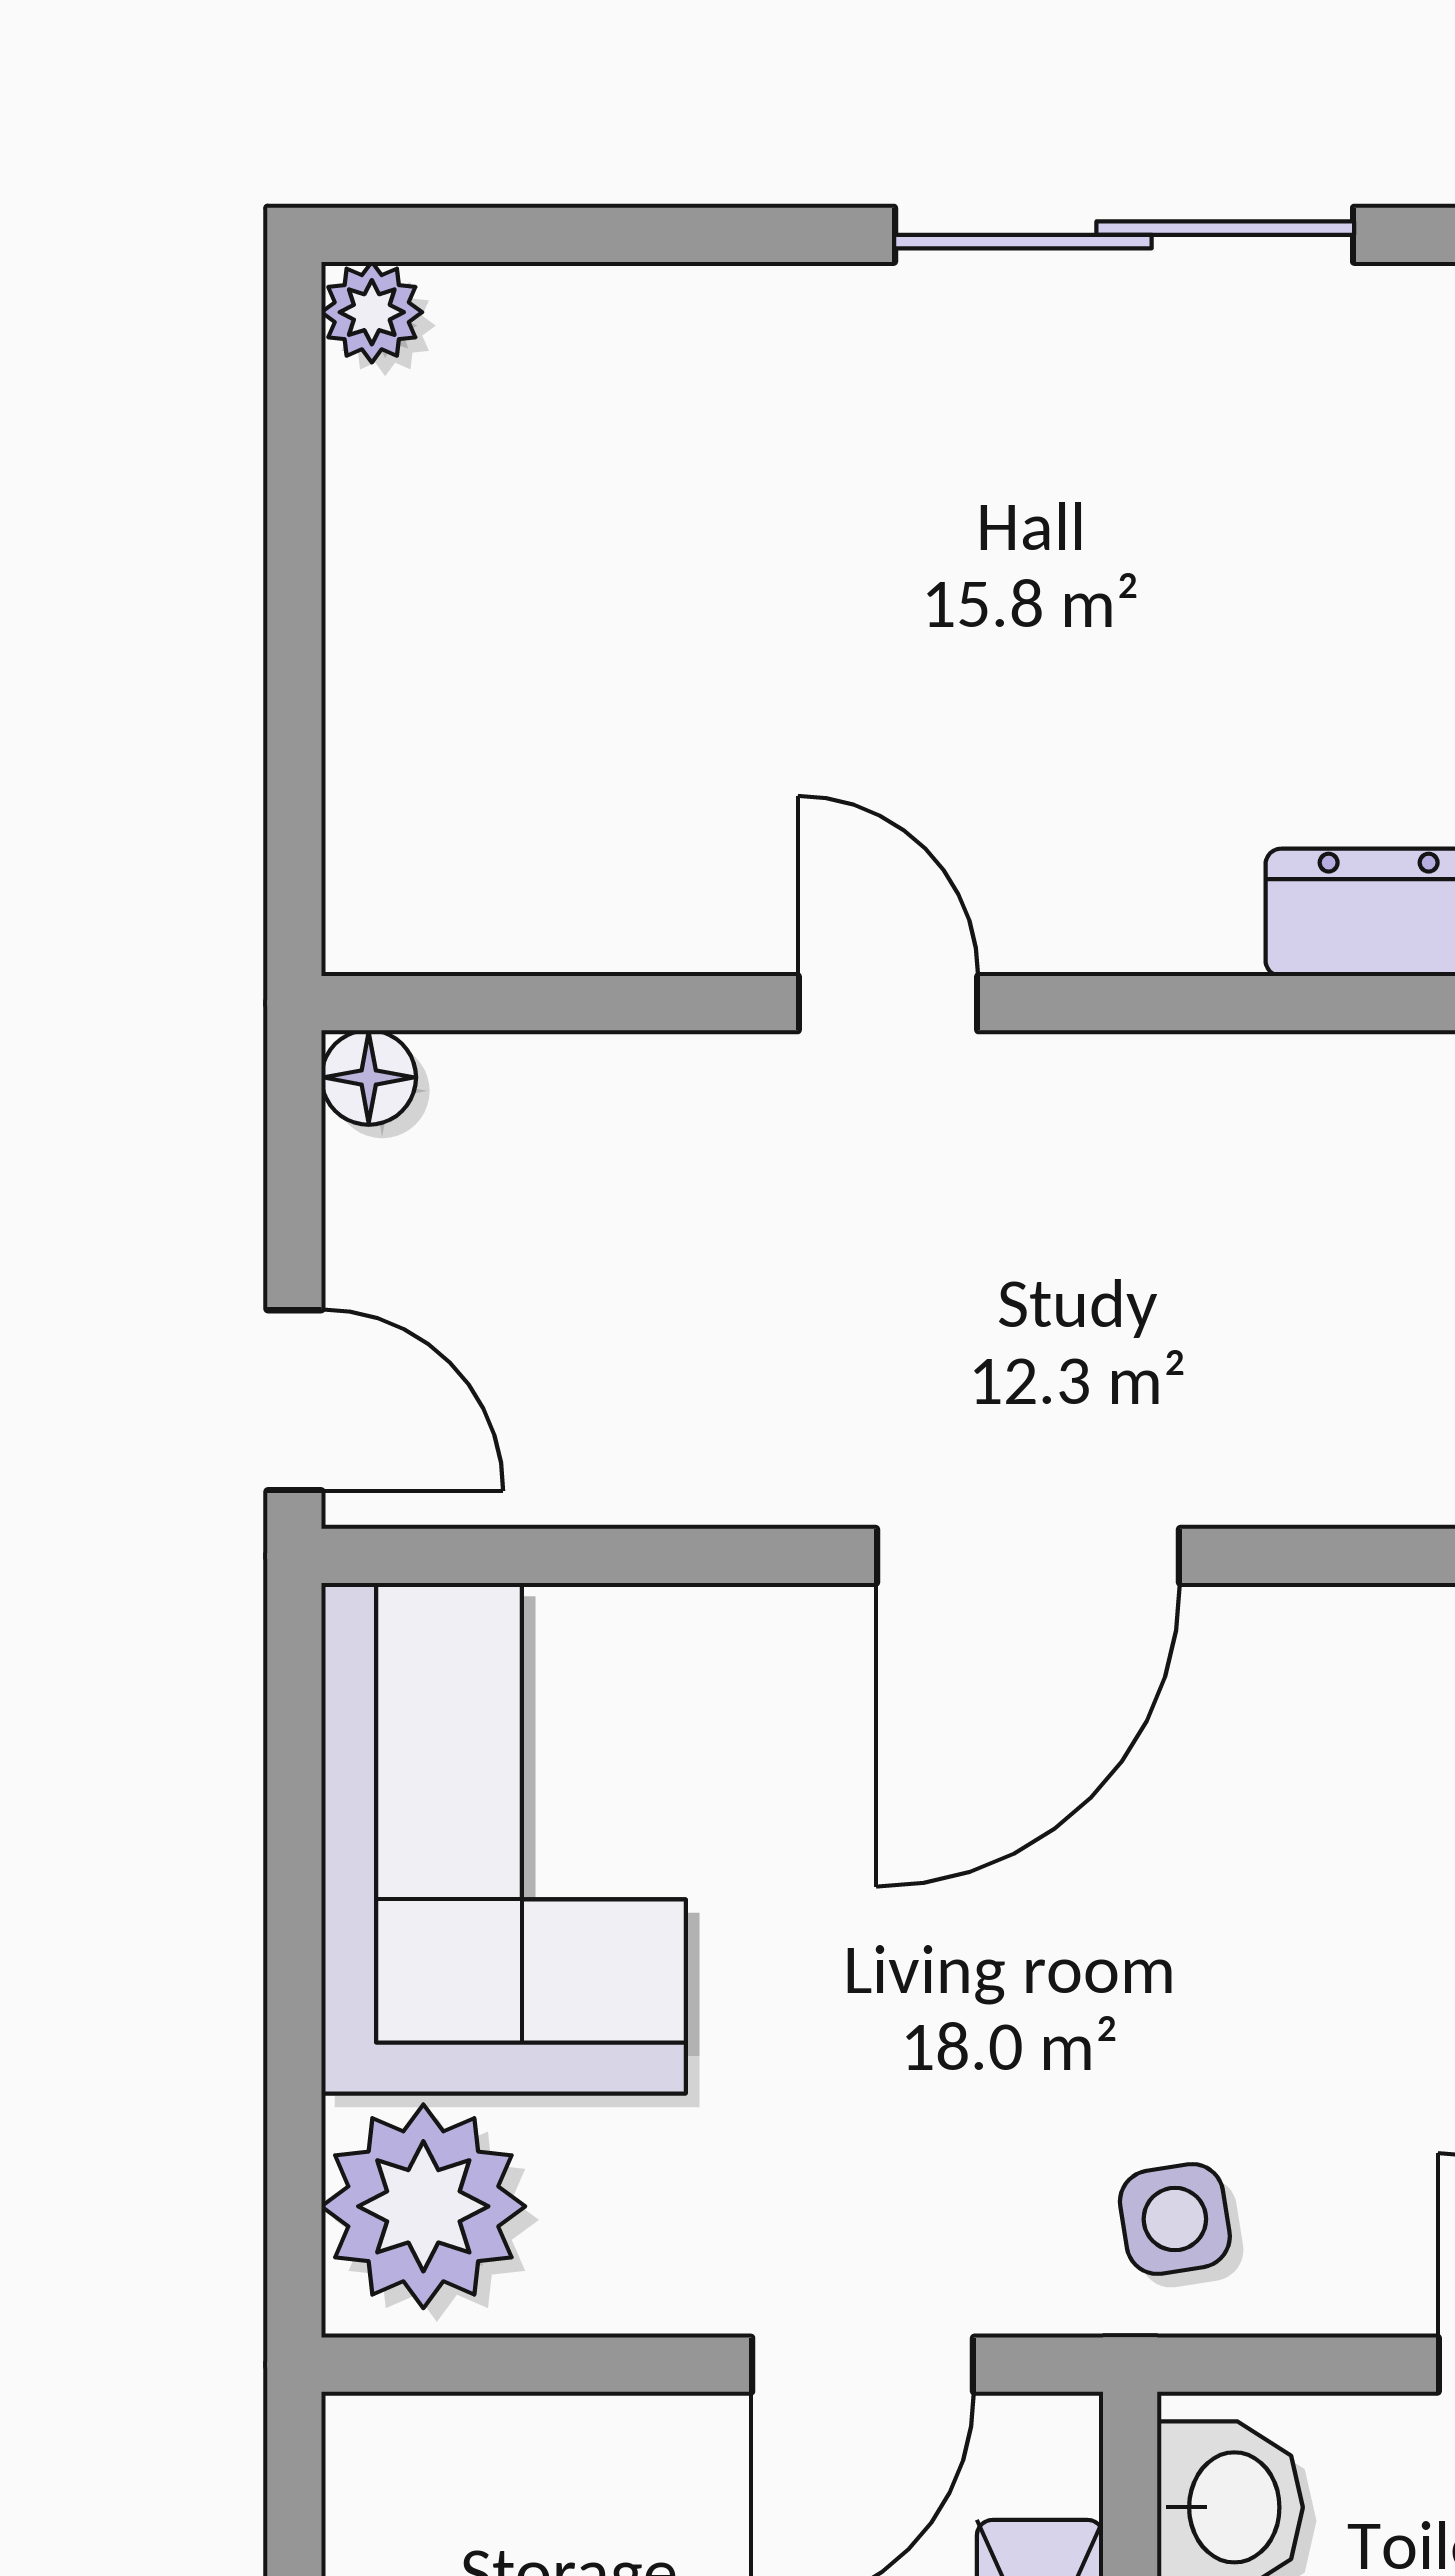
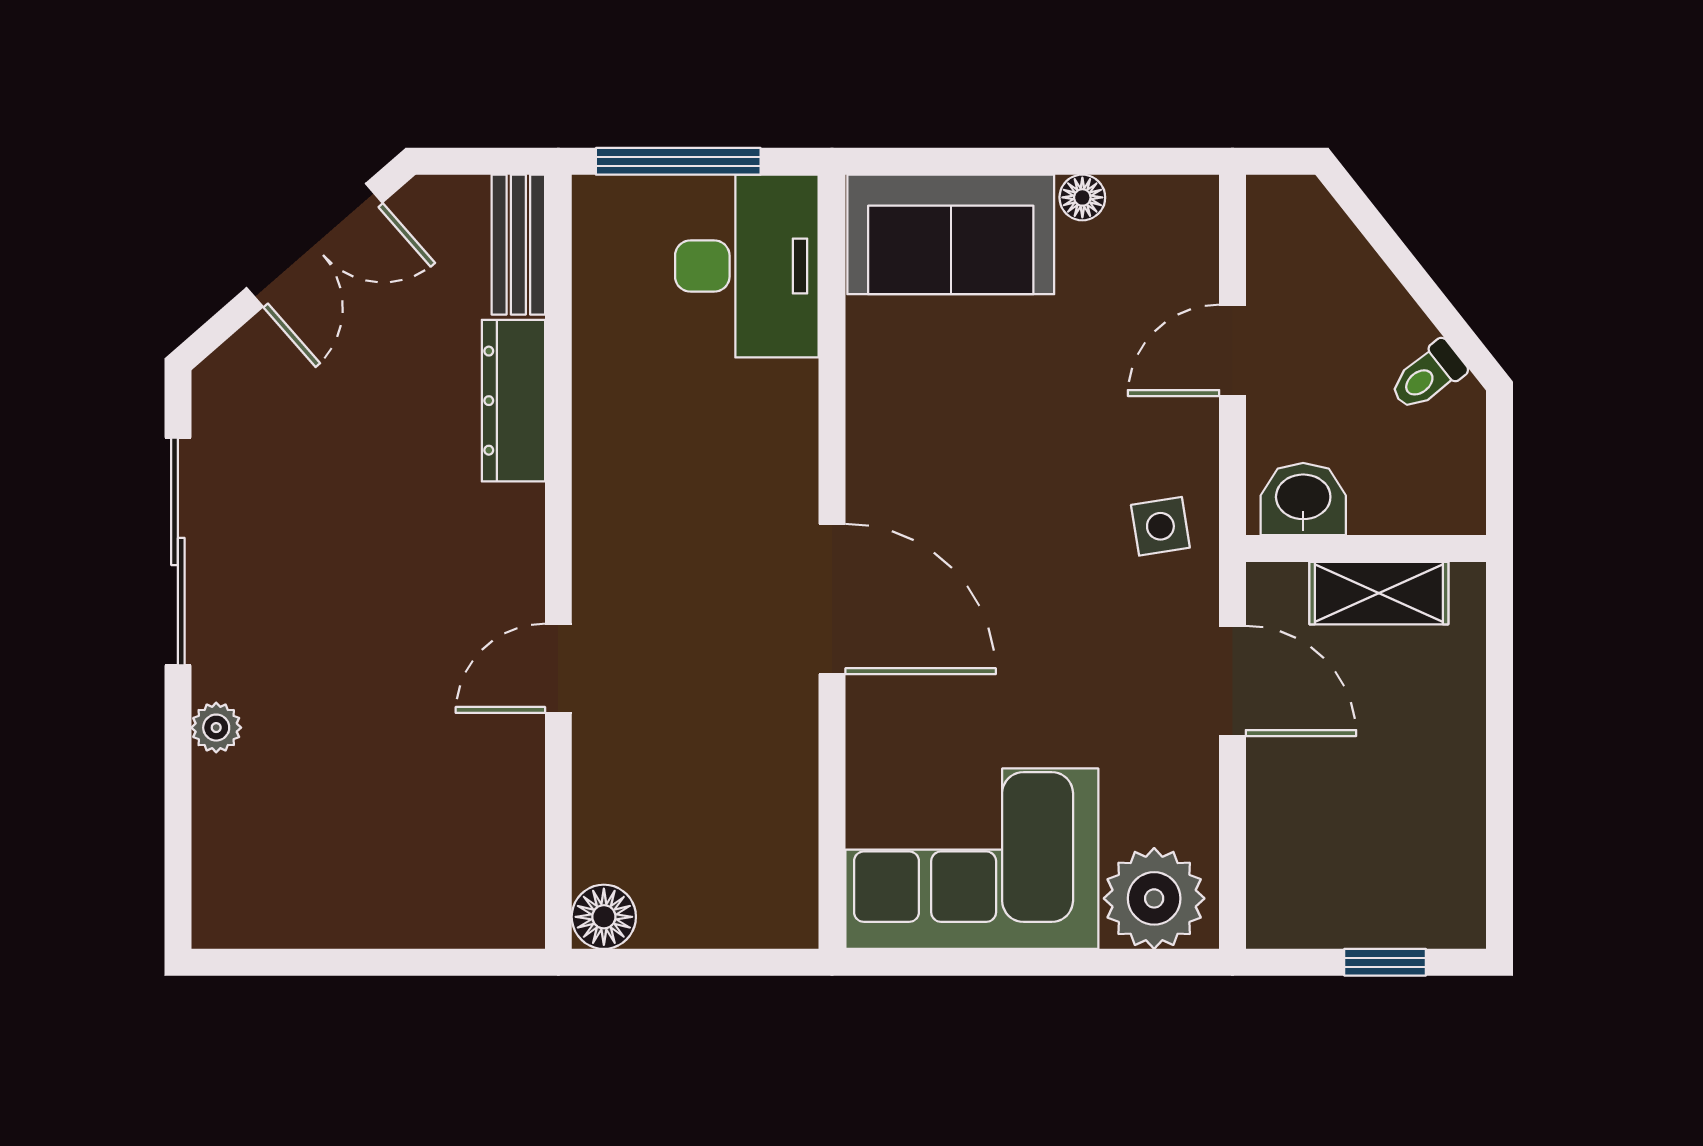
plant: (372, 312) -> (216, 728), moved
floor lamp: (369, 1077) -> (604, 917), width x1.37, depth x1.37
door: (294, 1400) -> (755, 962), removed

